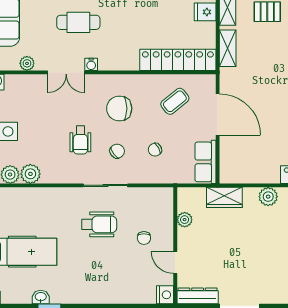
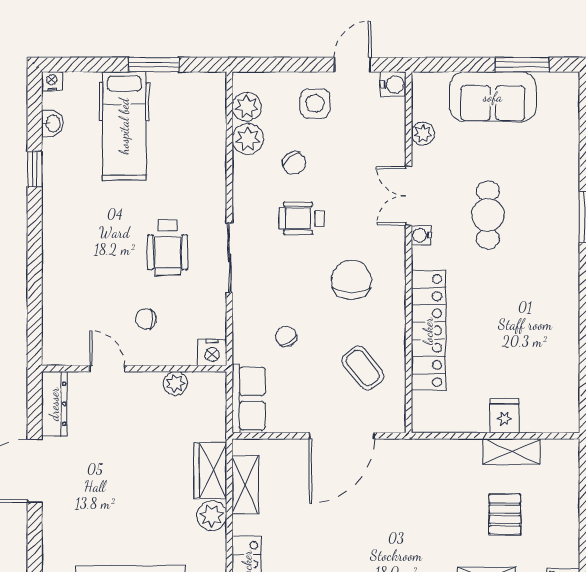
shelving: (228, 48) -> (245, 485), moved, turned 90
locker: (178, 60) -> (428, 331), moved
chair: (117, 151) -> (294, 163), moved
row of seats: (206, 162) -> (249, 399), moved, turned 90
wardrobe: (224, 197) -> (210, 471), moved
door: (175, 262) -> (107, 369), hinge flipped
nightstand: (165, 295) -> (212, 352), moved
washbasin: (41, 297) -> (53, 123), moved

